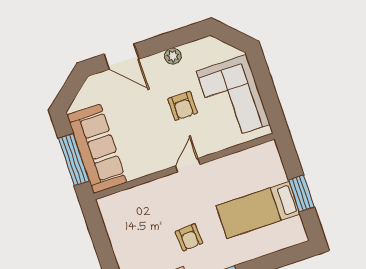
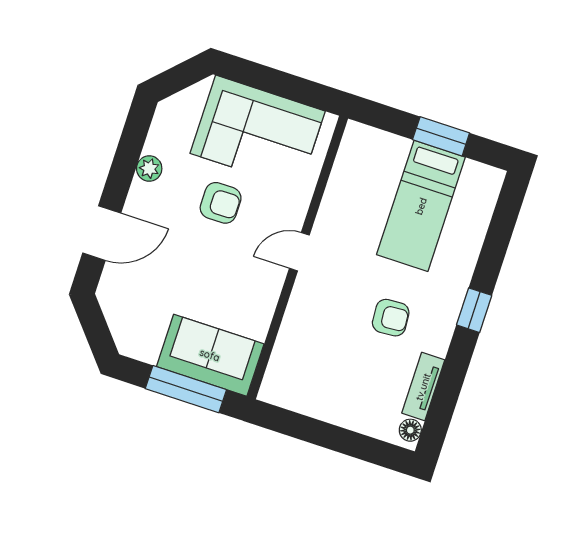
sofa: (97, 149) -> (210, 355), width x0.73
door: (188, 165) -> (299, 252), hinge flipped

